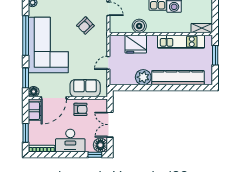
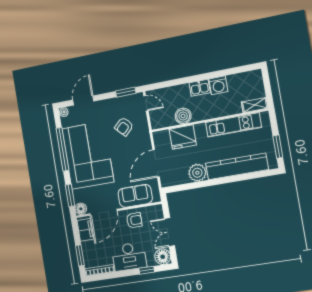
window: (215, 55) -> (278, 147), moved
door: (108, 63) -> (156, 163), width x1.88
window: (95, 155) -> (147, 270), moved

